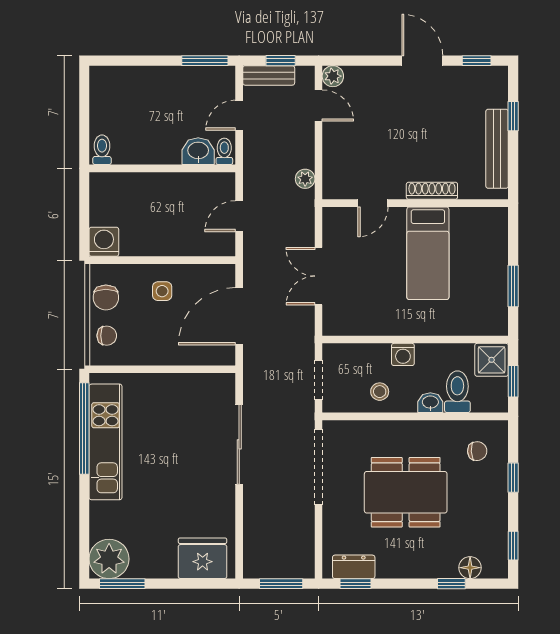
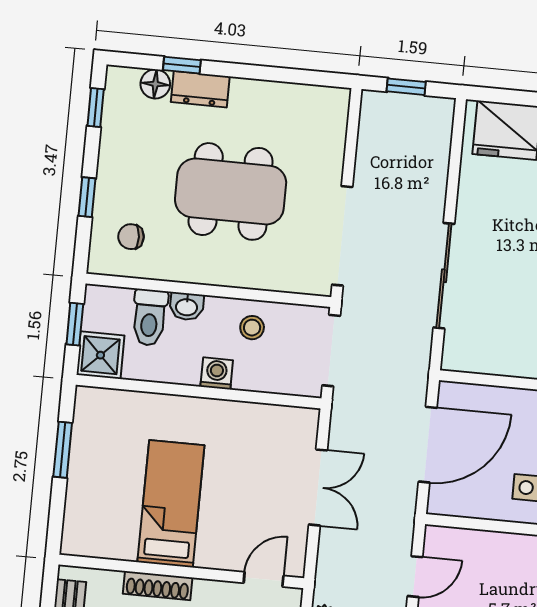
door: (373, 203) -> (264, 579), moved
doorway: (319, 380) -> (331, 351), width x1.38
dresser: (354, 567) -> (200, 89), moved
window: (281, 584) -> (406, 87), width x0.67
window: (355, 584) -> (308, 77), removed

